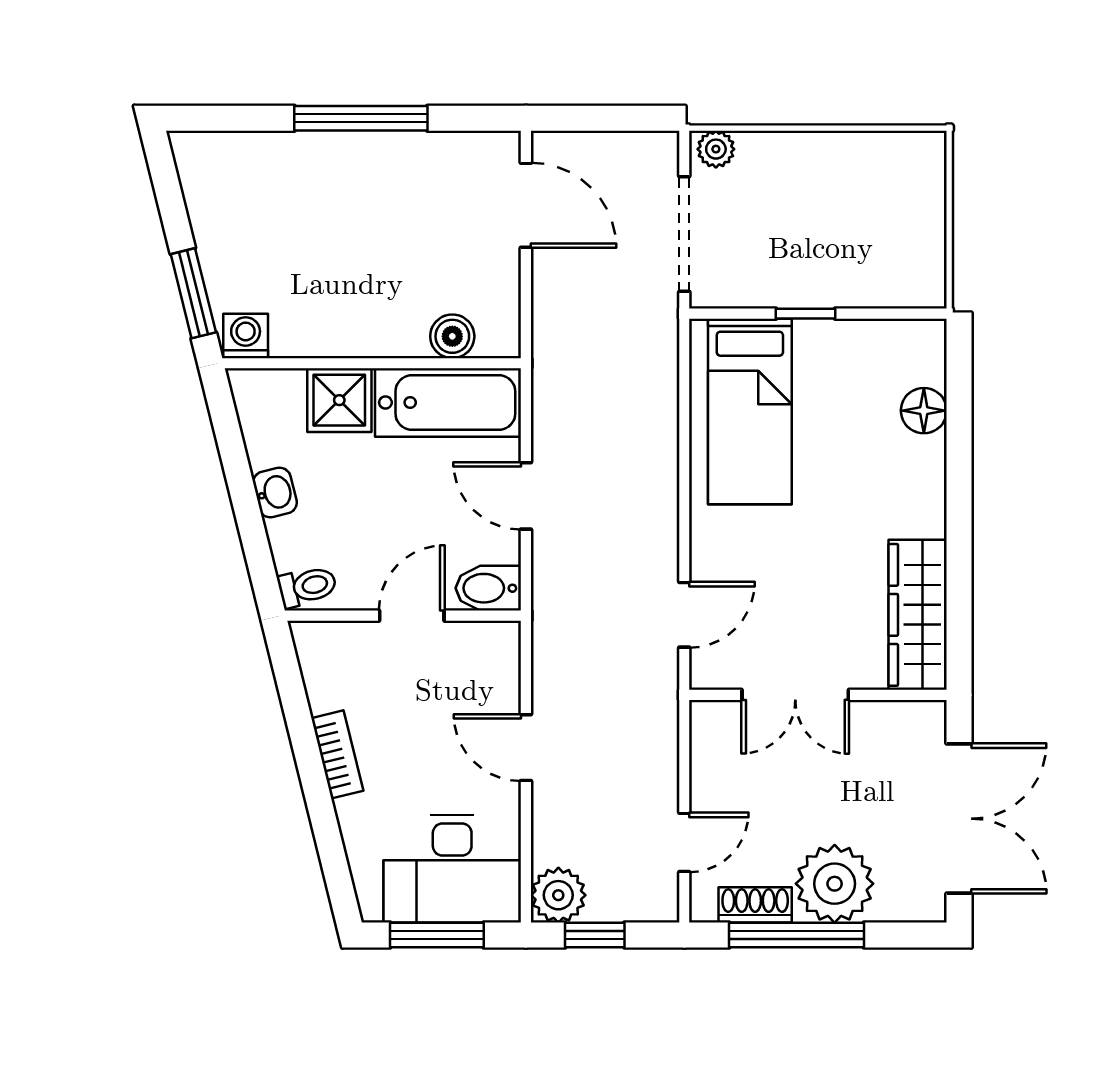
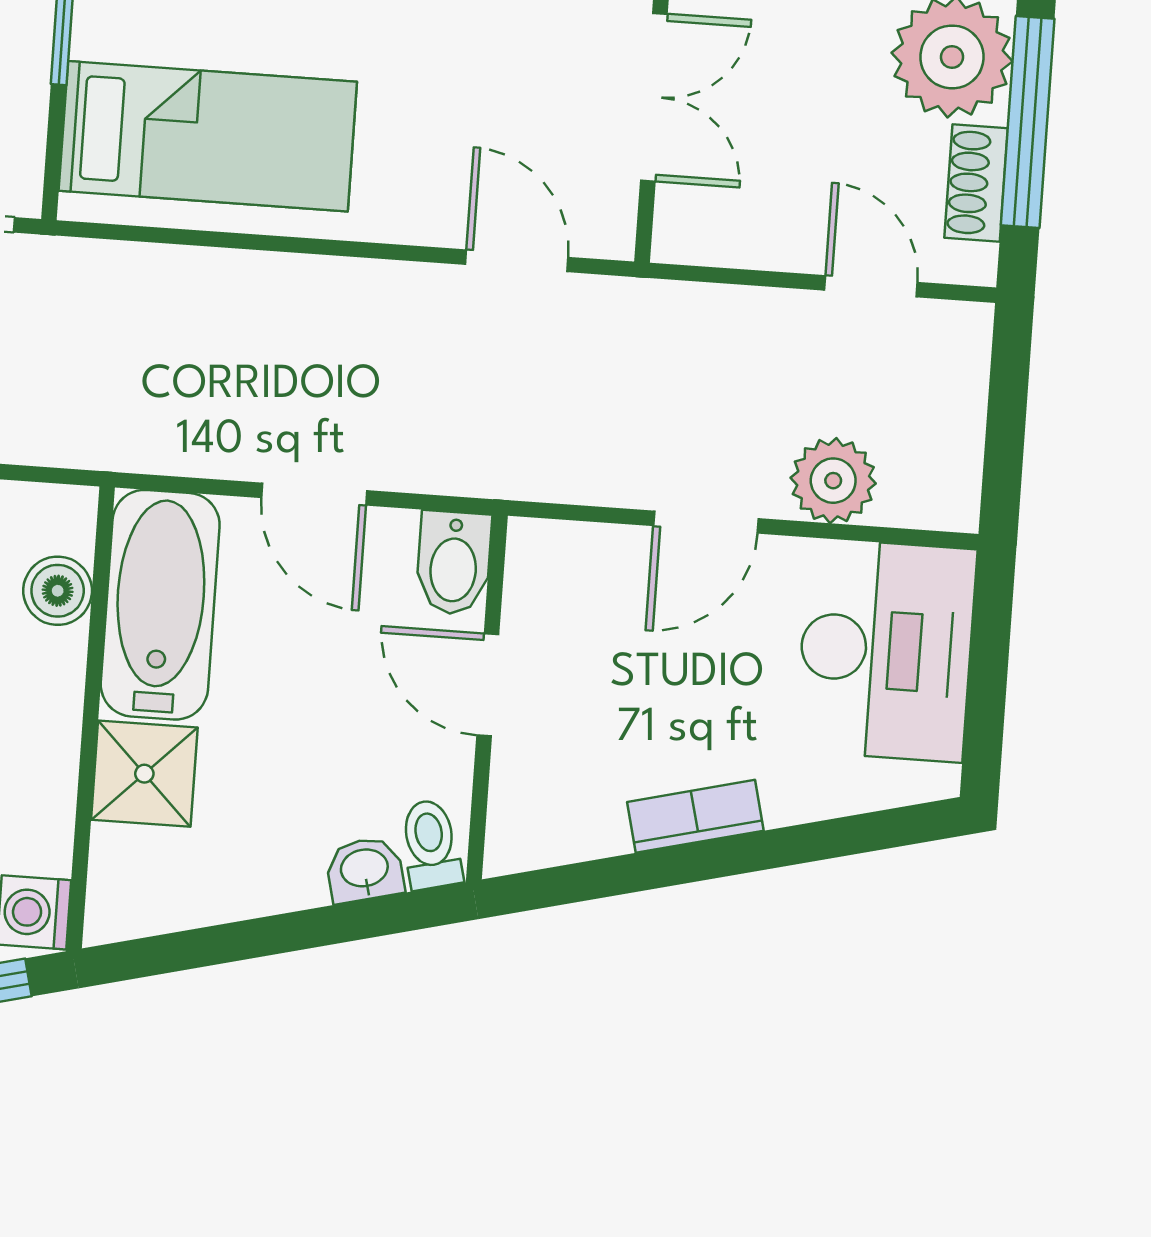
washbasin: (275, 493) -> (365, 870), moved
door: (526, 496) -> (314, 494), hinge flipped
plant: (558, 895) -> (833, 481), moved
window: (437, 935) -> (987, 681), removed
window: (595, 935) -> (1005, 436), removed

